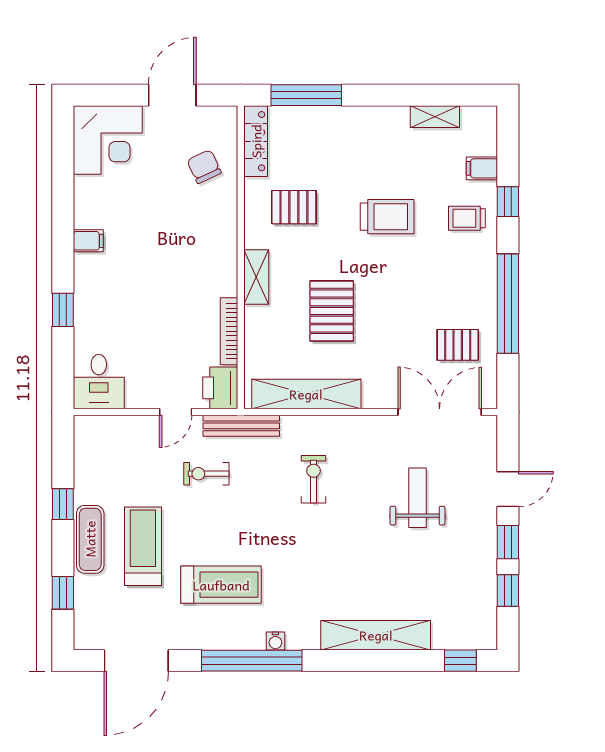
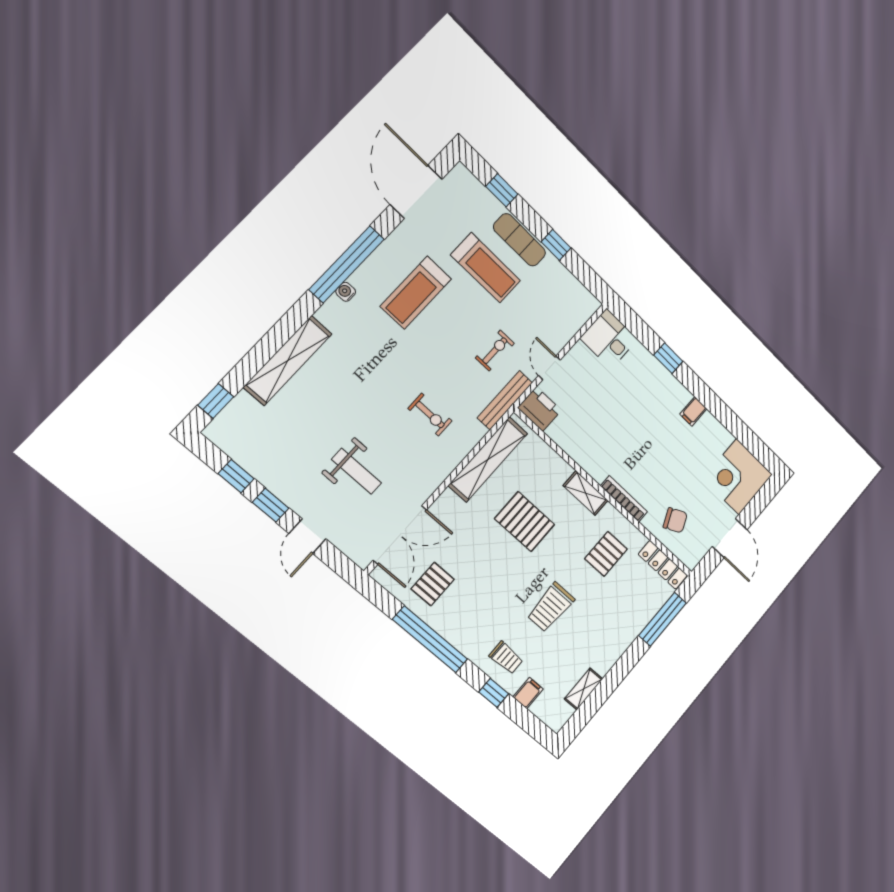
trolley: (467, 218) -> (506, 658), turned 90
bookcase: (229, 331) -> (624, 499), moved

